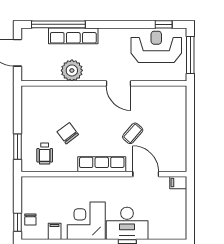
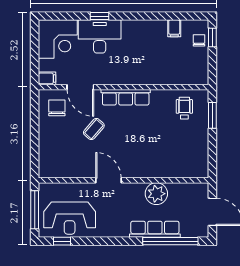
chair: (68, 133) -> (57, 108), moved, turned -143
corner desk: (86, 221) -> (58, 39), moved

